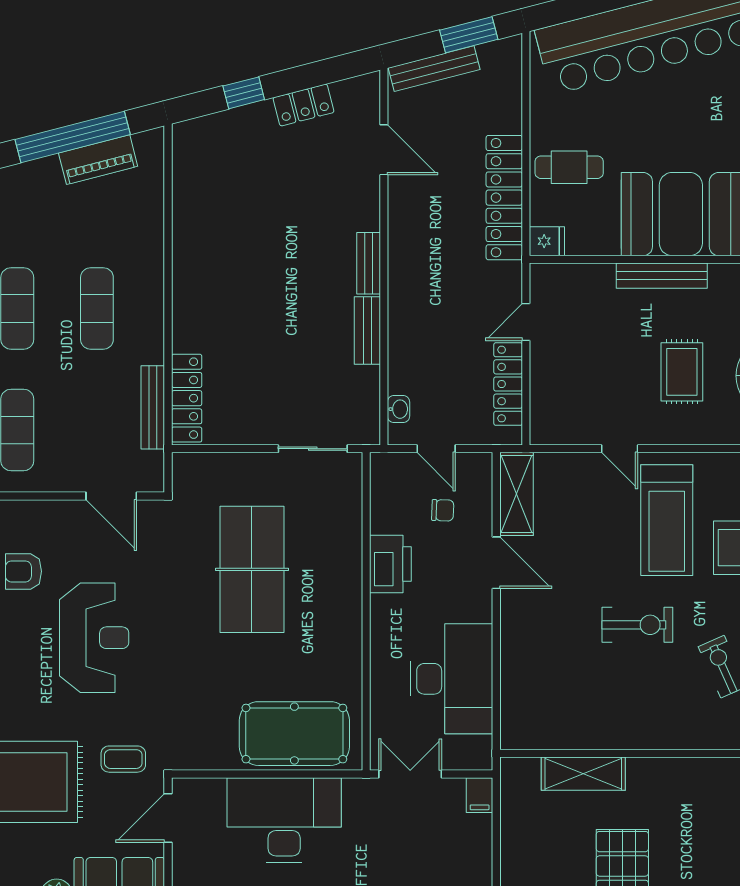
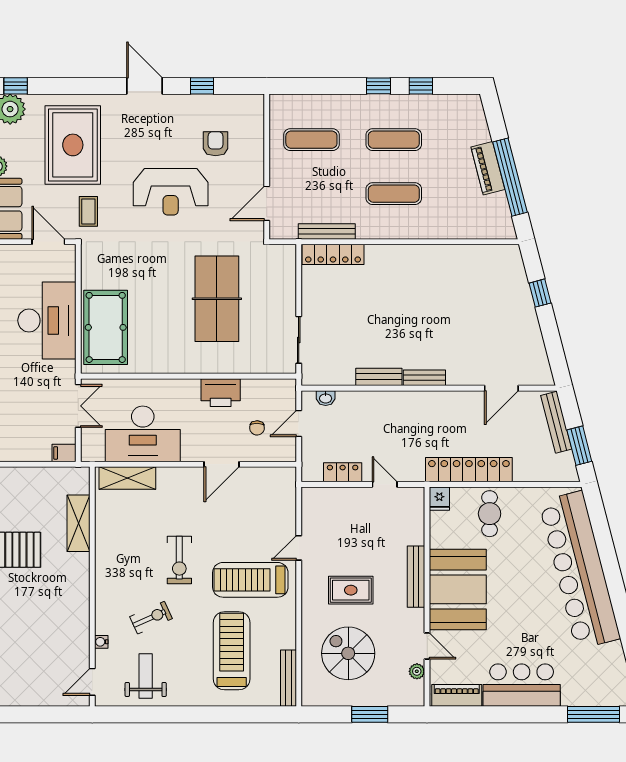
locker: (303, 105) -> (532, 334), removed
piano: (98, 160) -> (488, 168), moved
locker: (508, 384) -> (343, 472), width x0.66
shelving: (517, 494) -> (127, 478), moved
table tennis table: (252, 569) -> (217, 299), turned 90

